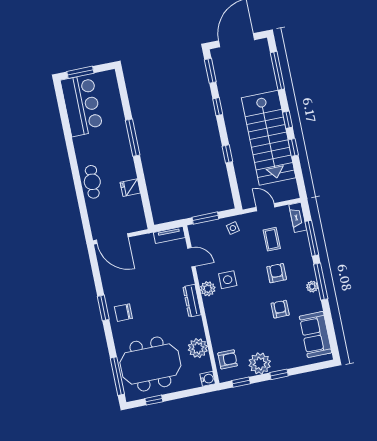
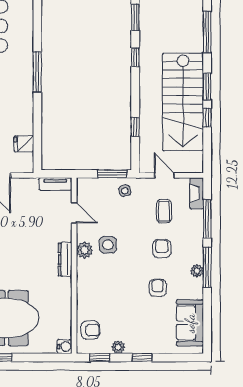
window: (287, 120) -> (207, 87), width x1.50
window: (227, 154) -> (135, 127), moved
fridge: (130, 188) -> (24, 144), moved
window: (205, 218) -> (112, 174), moved
plant: (198, 348) -> (61, 311), removed
plant: (260, 363) -> (118, 347), width x0.53, depth x0.53

